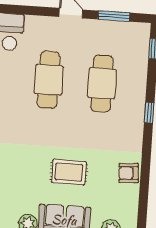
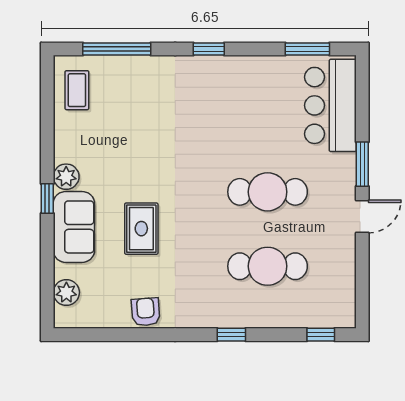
window: (114, 16) -> (362, 164), moved

